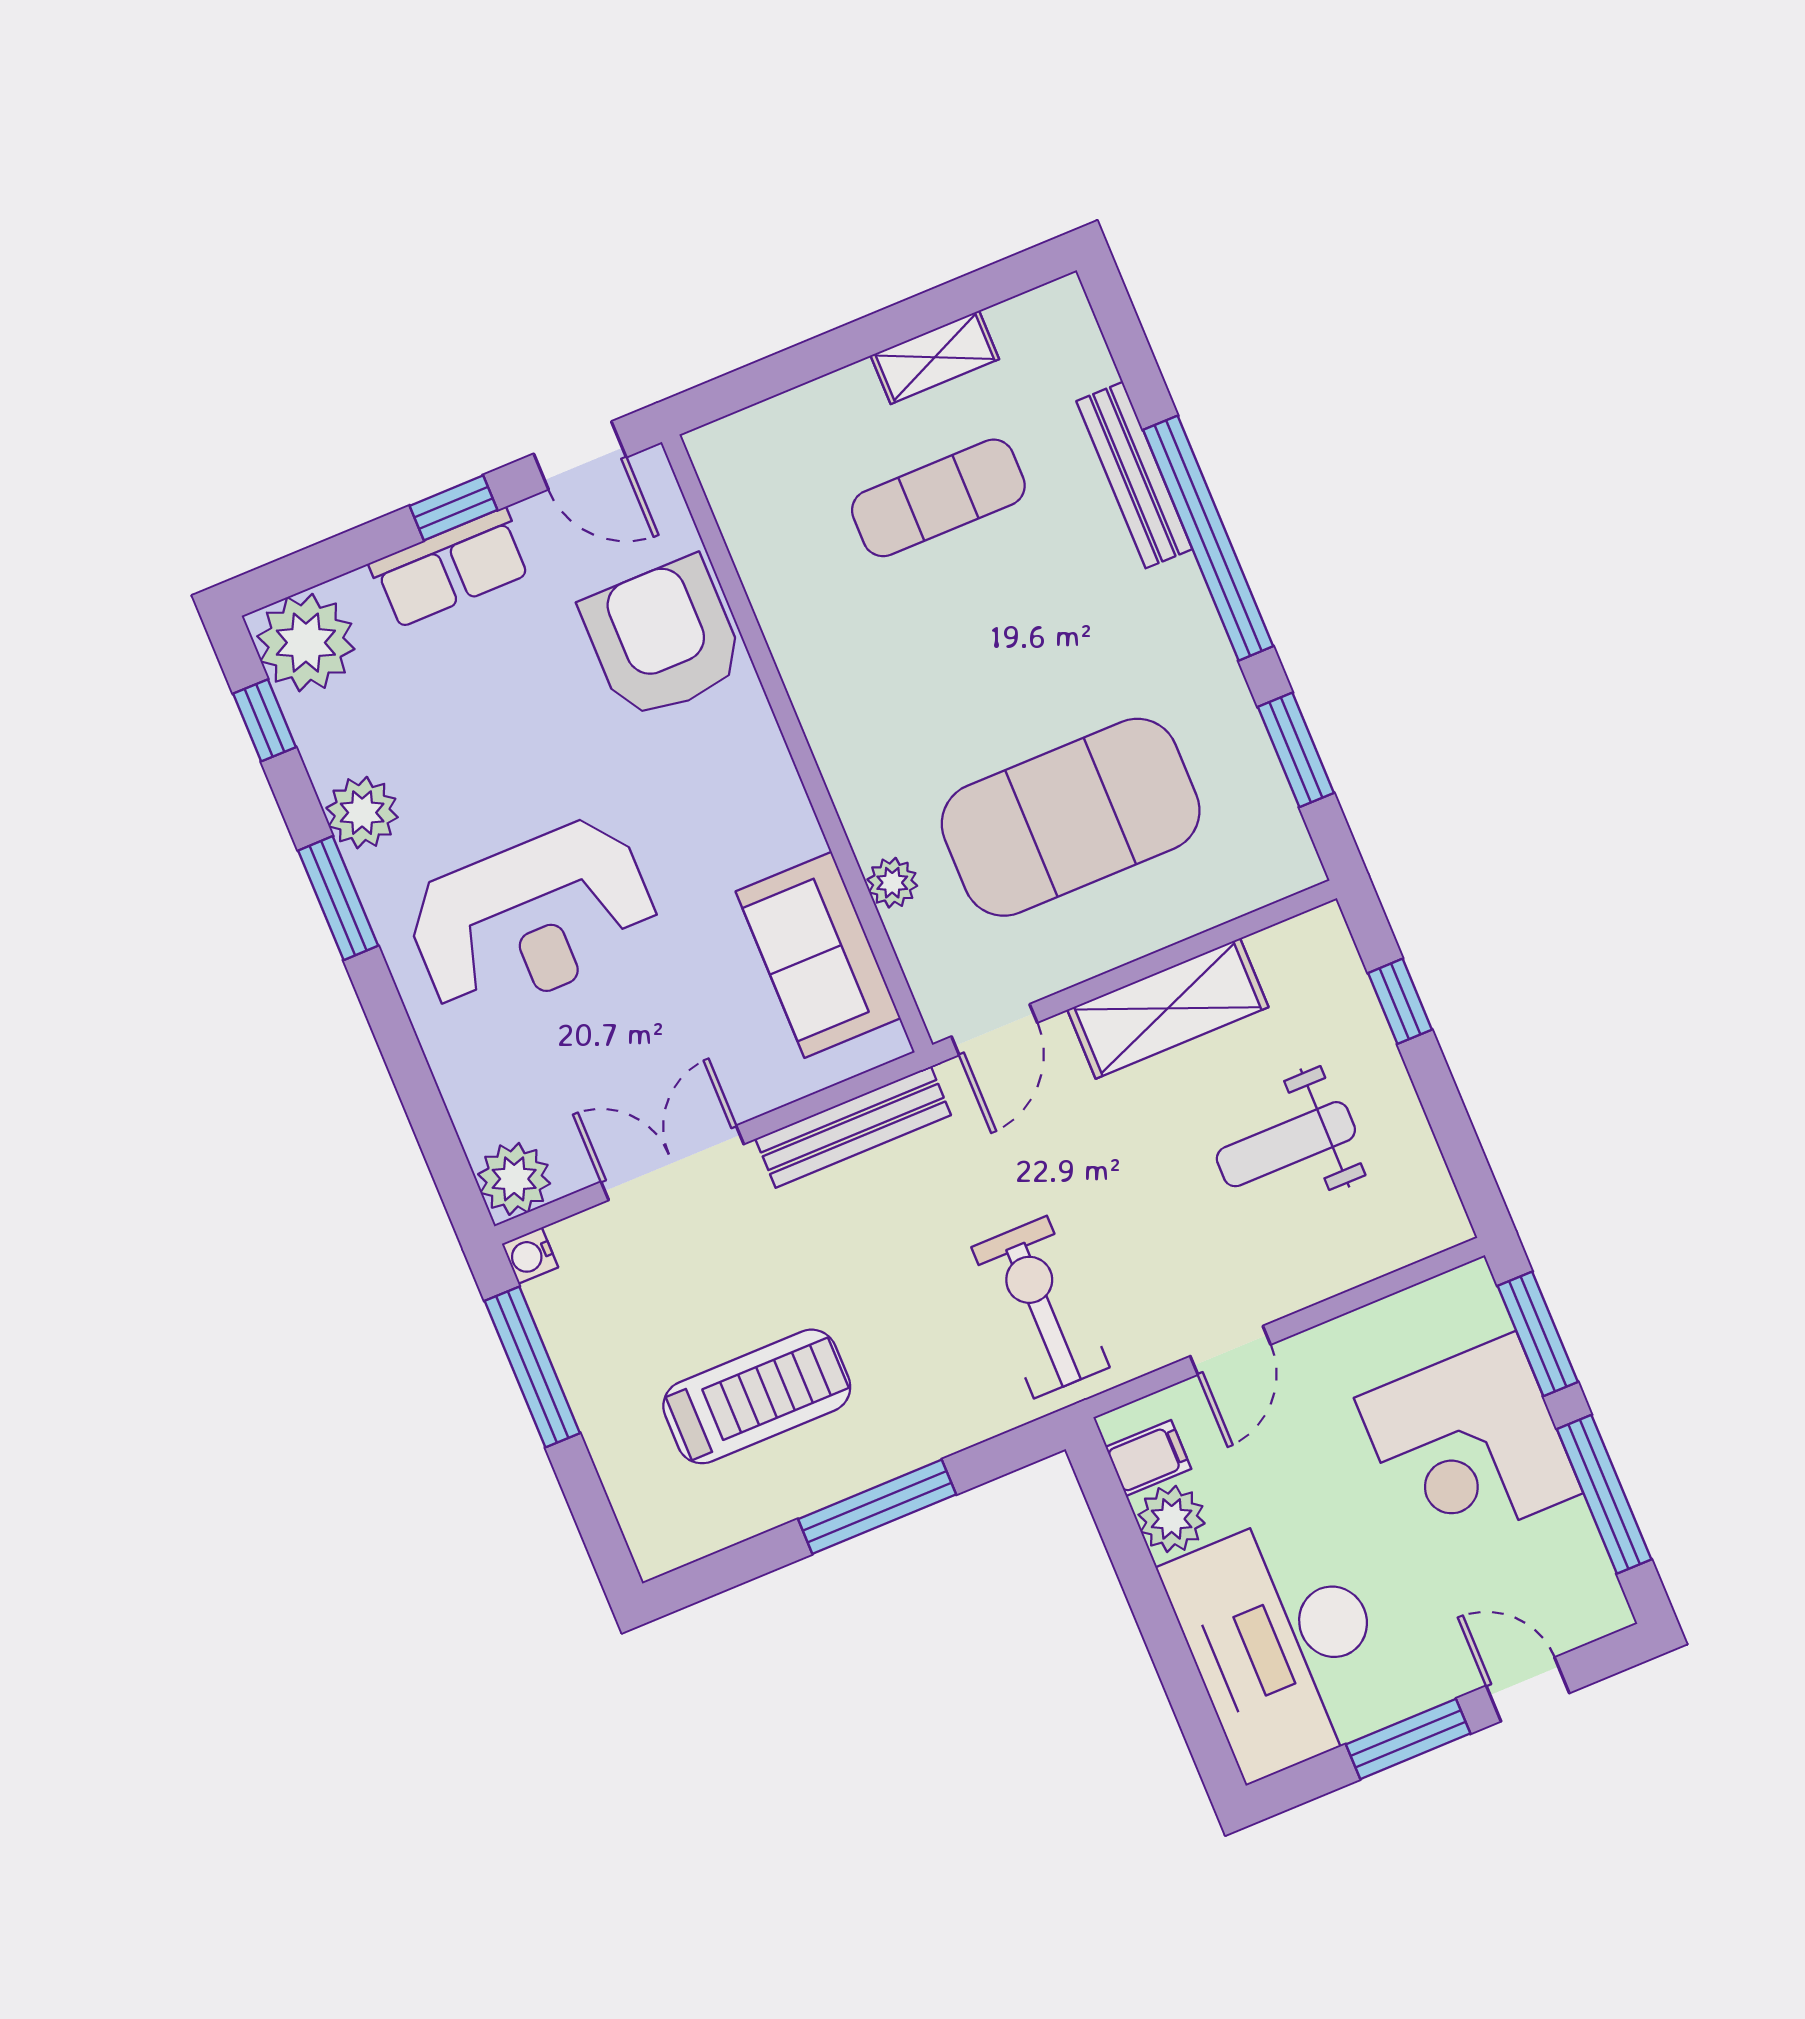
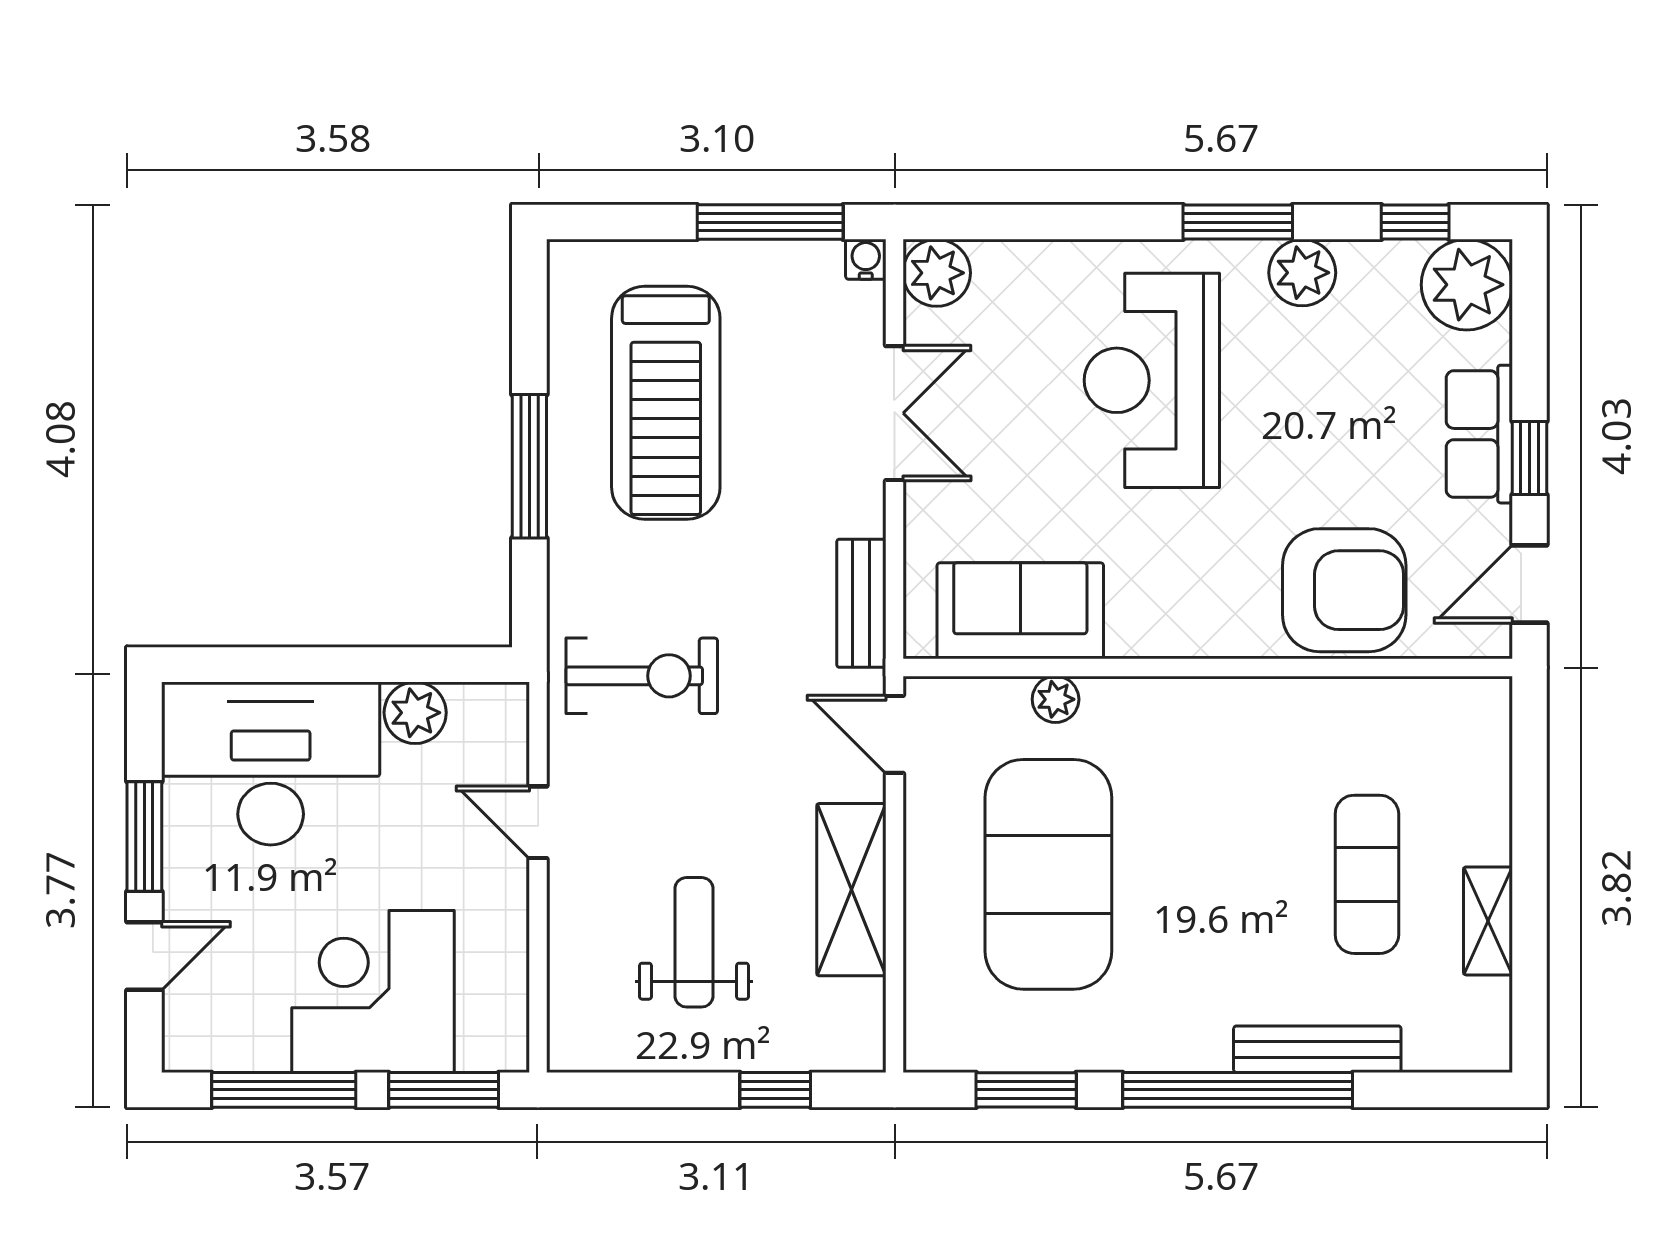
bench: (853, 1127) -> (861, 603), width x0.73
treadmill: (757, 1396) -> (666, 403), width x1.37, depth x1.38
filing cabinet: (1148, 1458) -> (475, 715), removed

